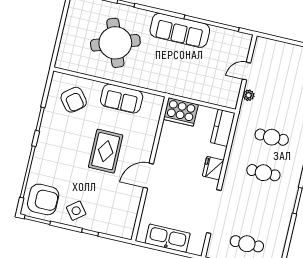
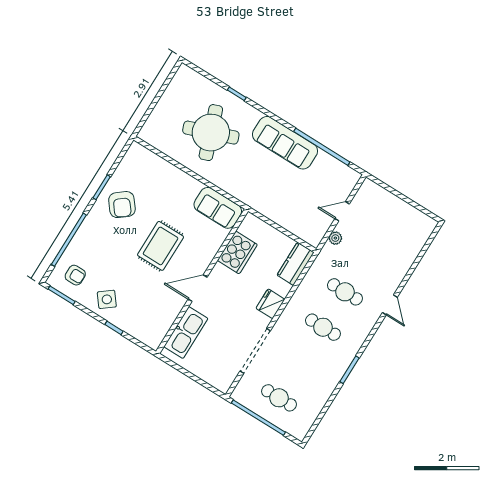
sofa: (122, 99) -> (218, 208), moved
armchair: (74, 100) -> (122, 205), moved
cooker: (181, 112) -> (237, 253), moved, turned -90
armchair: (43, 199) -> (75, 275), width x0.53, depth x0.53
kitchen sink: (168, 238) -> (186, 333), moved, turned 90

